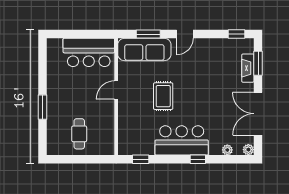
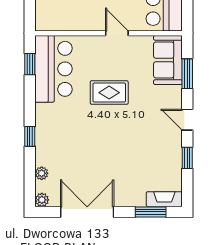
window: (236, 34) -> (187, 158), moved
sofa: (144, 49) -> (168, 60), width x0.73
fireplace: (248, 68) -> (164, 199), moved
bar counter: (182, 140) -> (53, 69), moved

